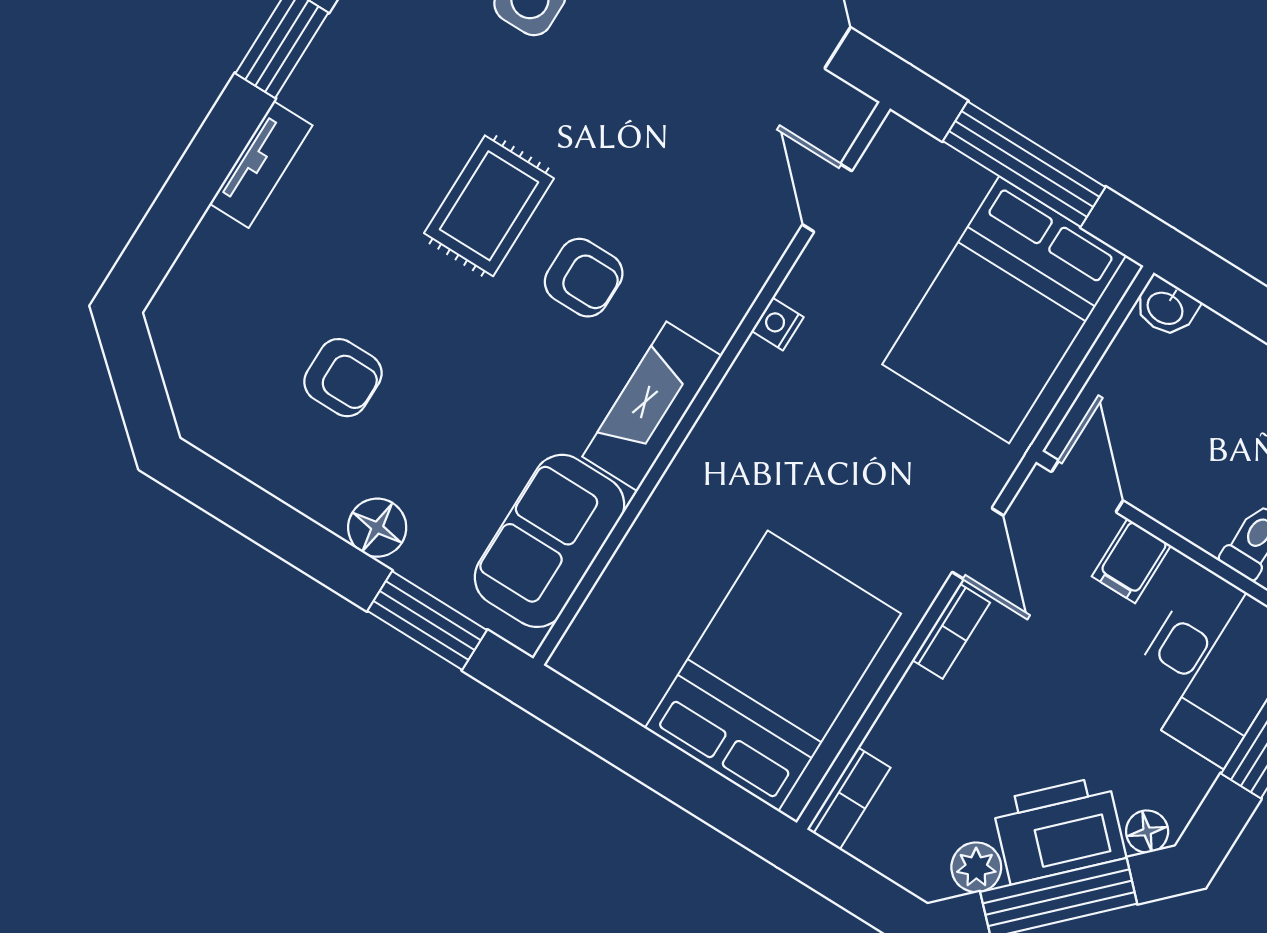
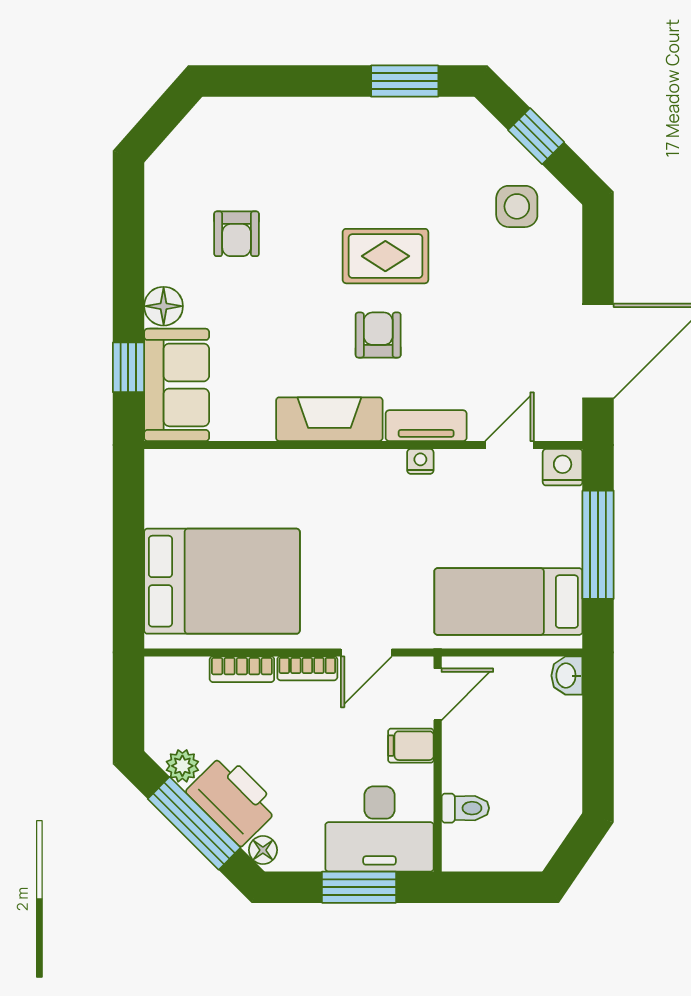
nightstand: (897, 148) -> (563, 467), added
tv unit: (261, 164) -> (426, 426), moved, turned 180
armchair: (584, 278) -> (378, 335), turned 180
bed: (1004, 310) -> (508, 602), width x0.67
sofa: (549, 541) -> (177, 385), moved, turned 90
window: (427, 620) -> (128, 367), width x0.67
bookcase: (849, 798) -> (242, 669), moved

